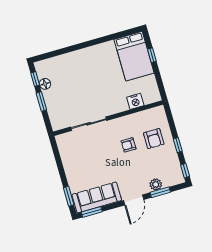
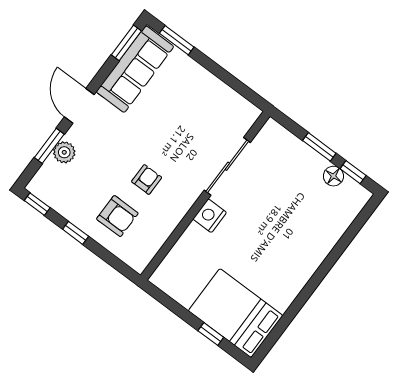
nightstand: (135, 101) -> (210, 216), moved
armchair: (154, 139) -> (117, 216), turned 180

